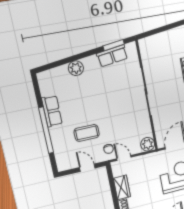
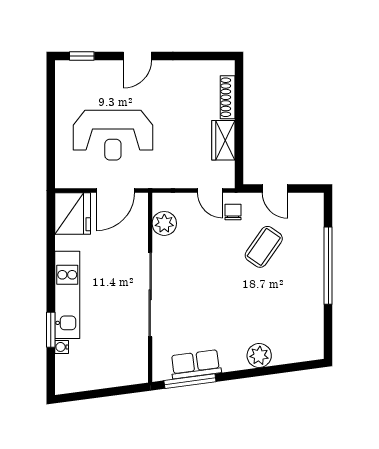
window: (114, 45) -> (190, 381), width x1.44
row of seats: (52, 111) -> (312, 294), removed
coffee table: (87, 133) -> (264, 247), turned -55
plant: (148, 144) -> (164, 223), moved

